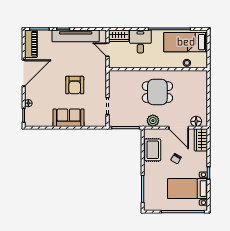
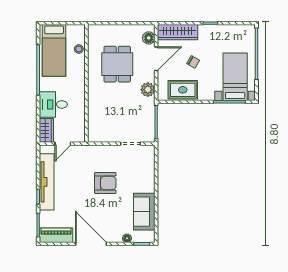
dining table: (157, 92) -> (117, 64), moved
sofa: (69, 118) -> (144, 212), moved
wardrobe: (201, 140) -> (178, 32), width x1.50
bed with nightstands: (188, 189) -> (235, 77), moved, turned 180

